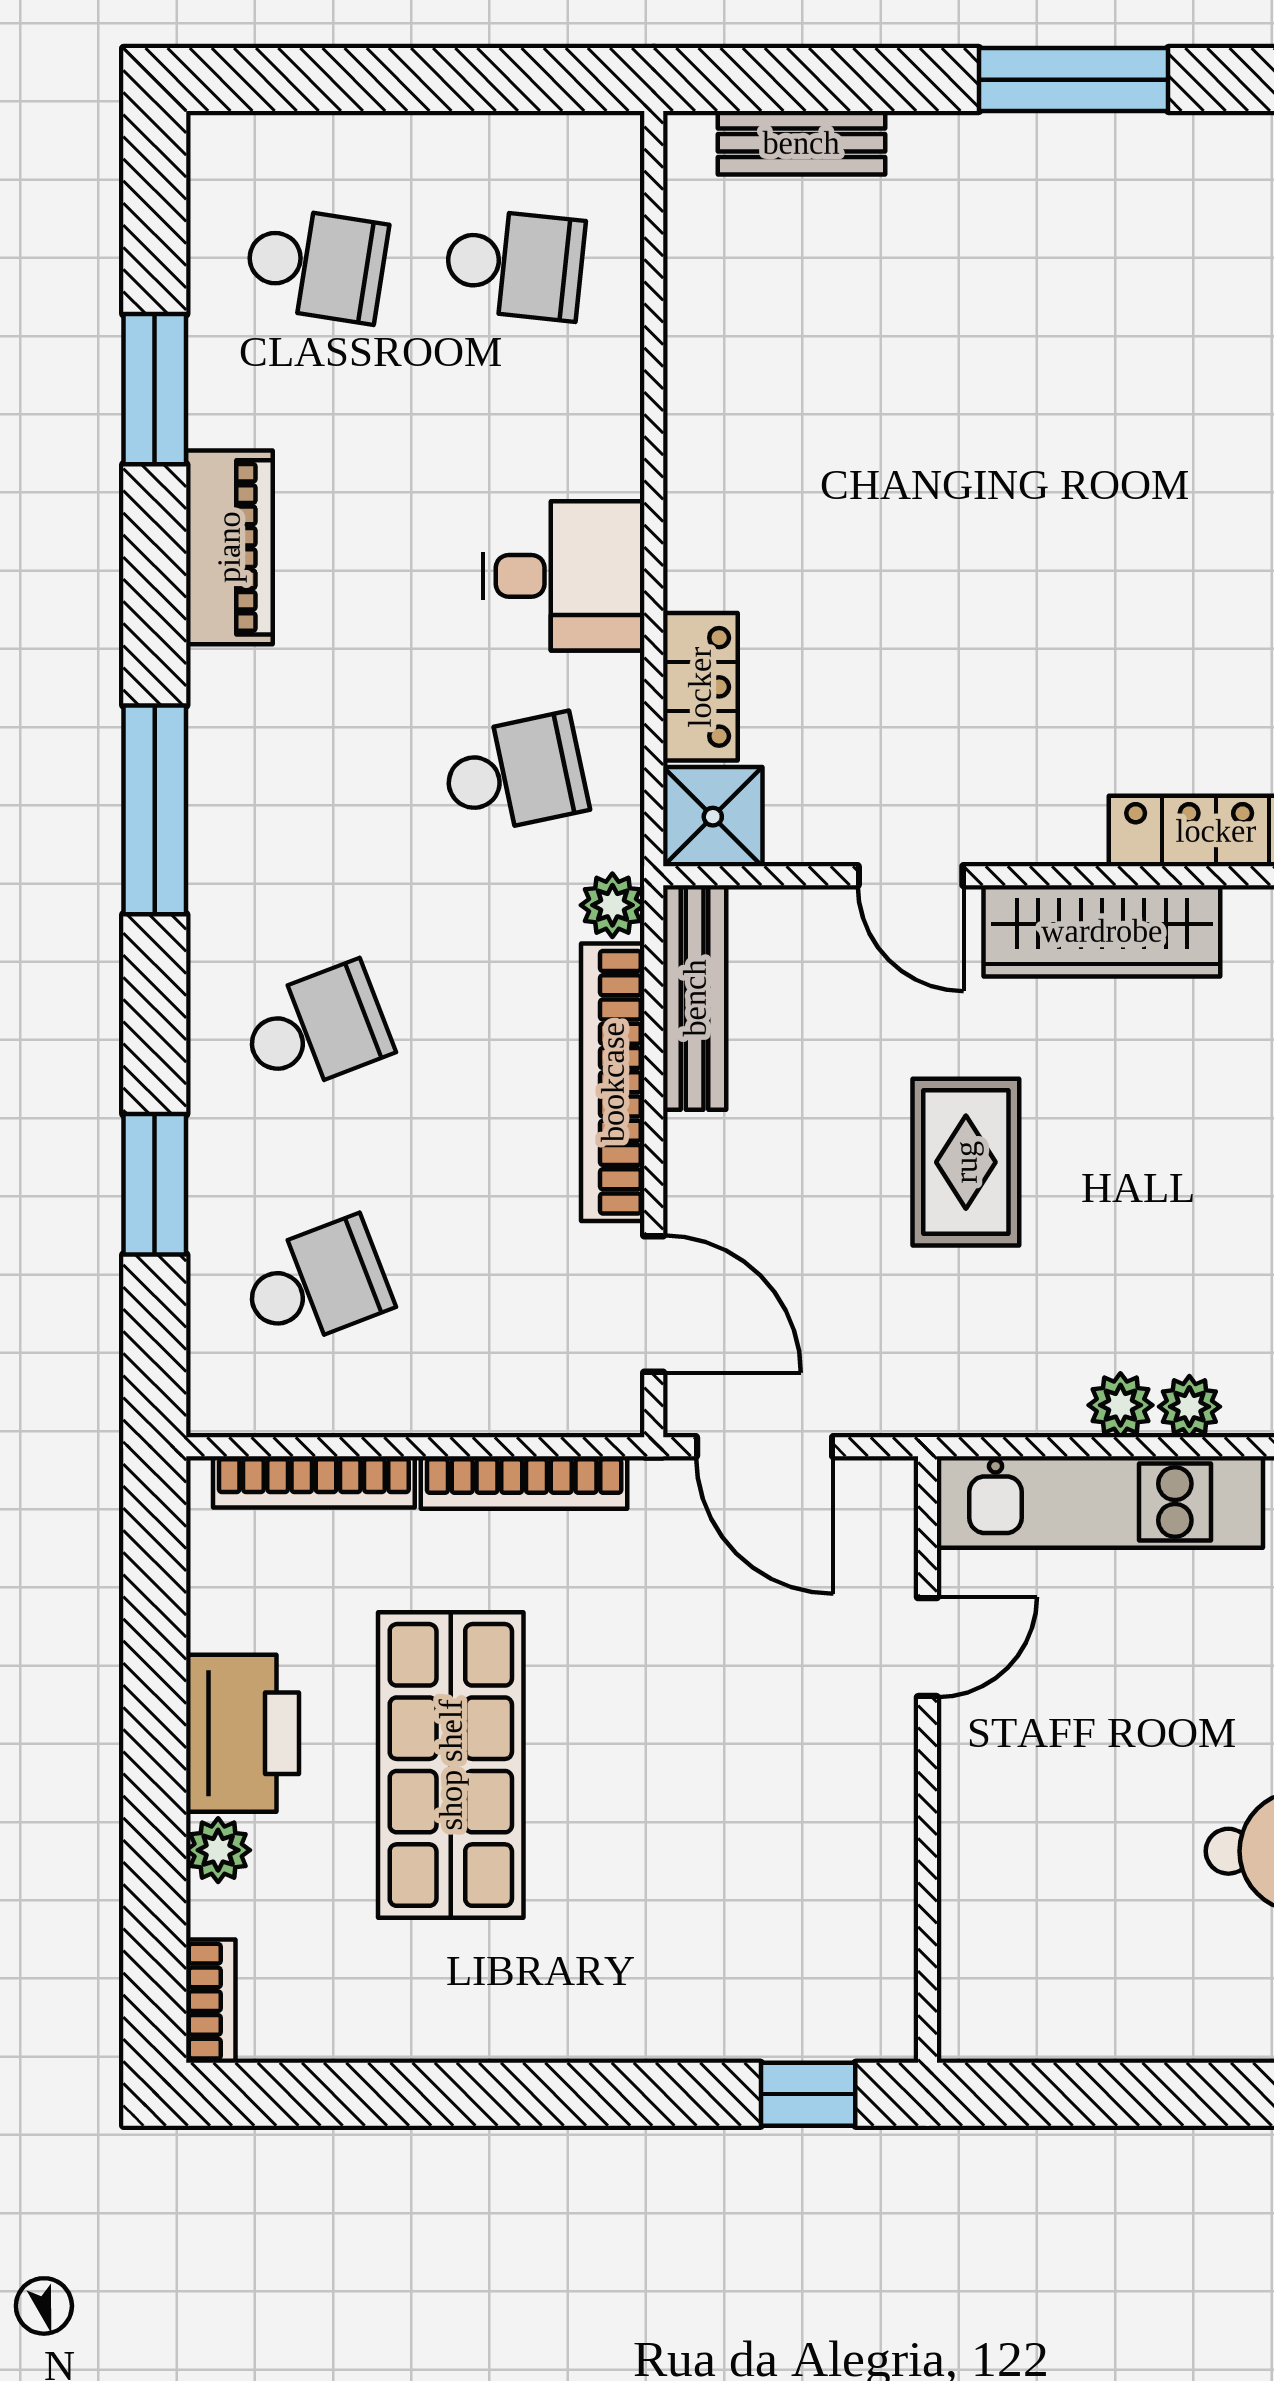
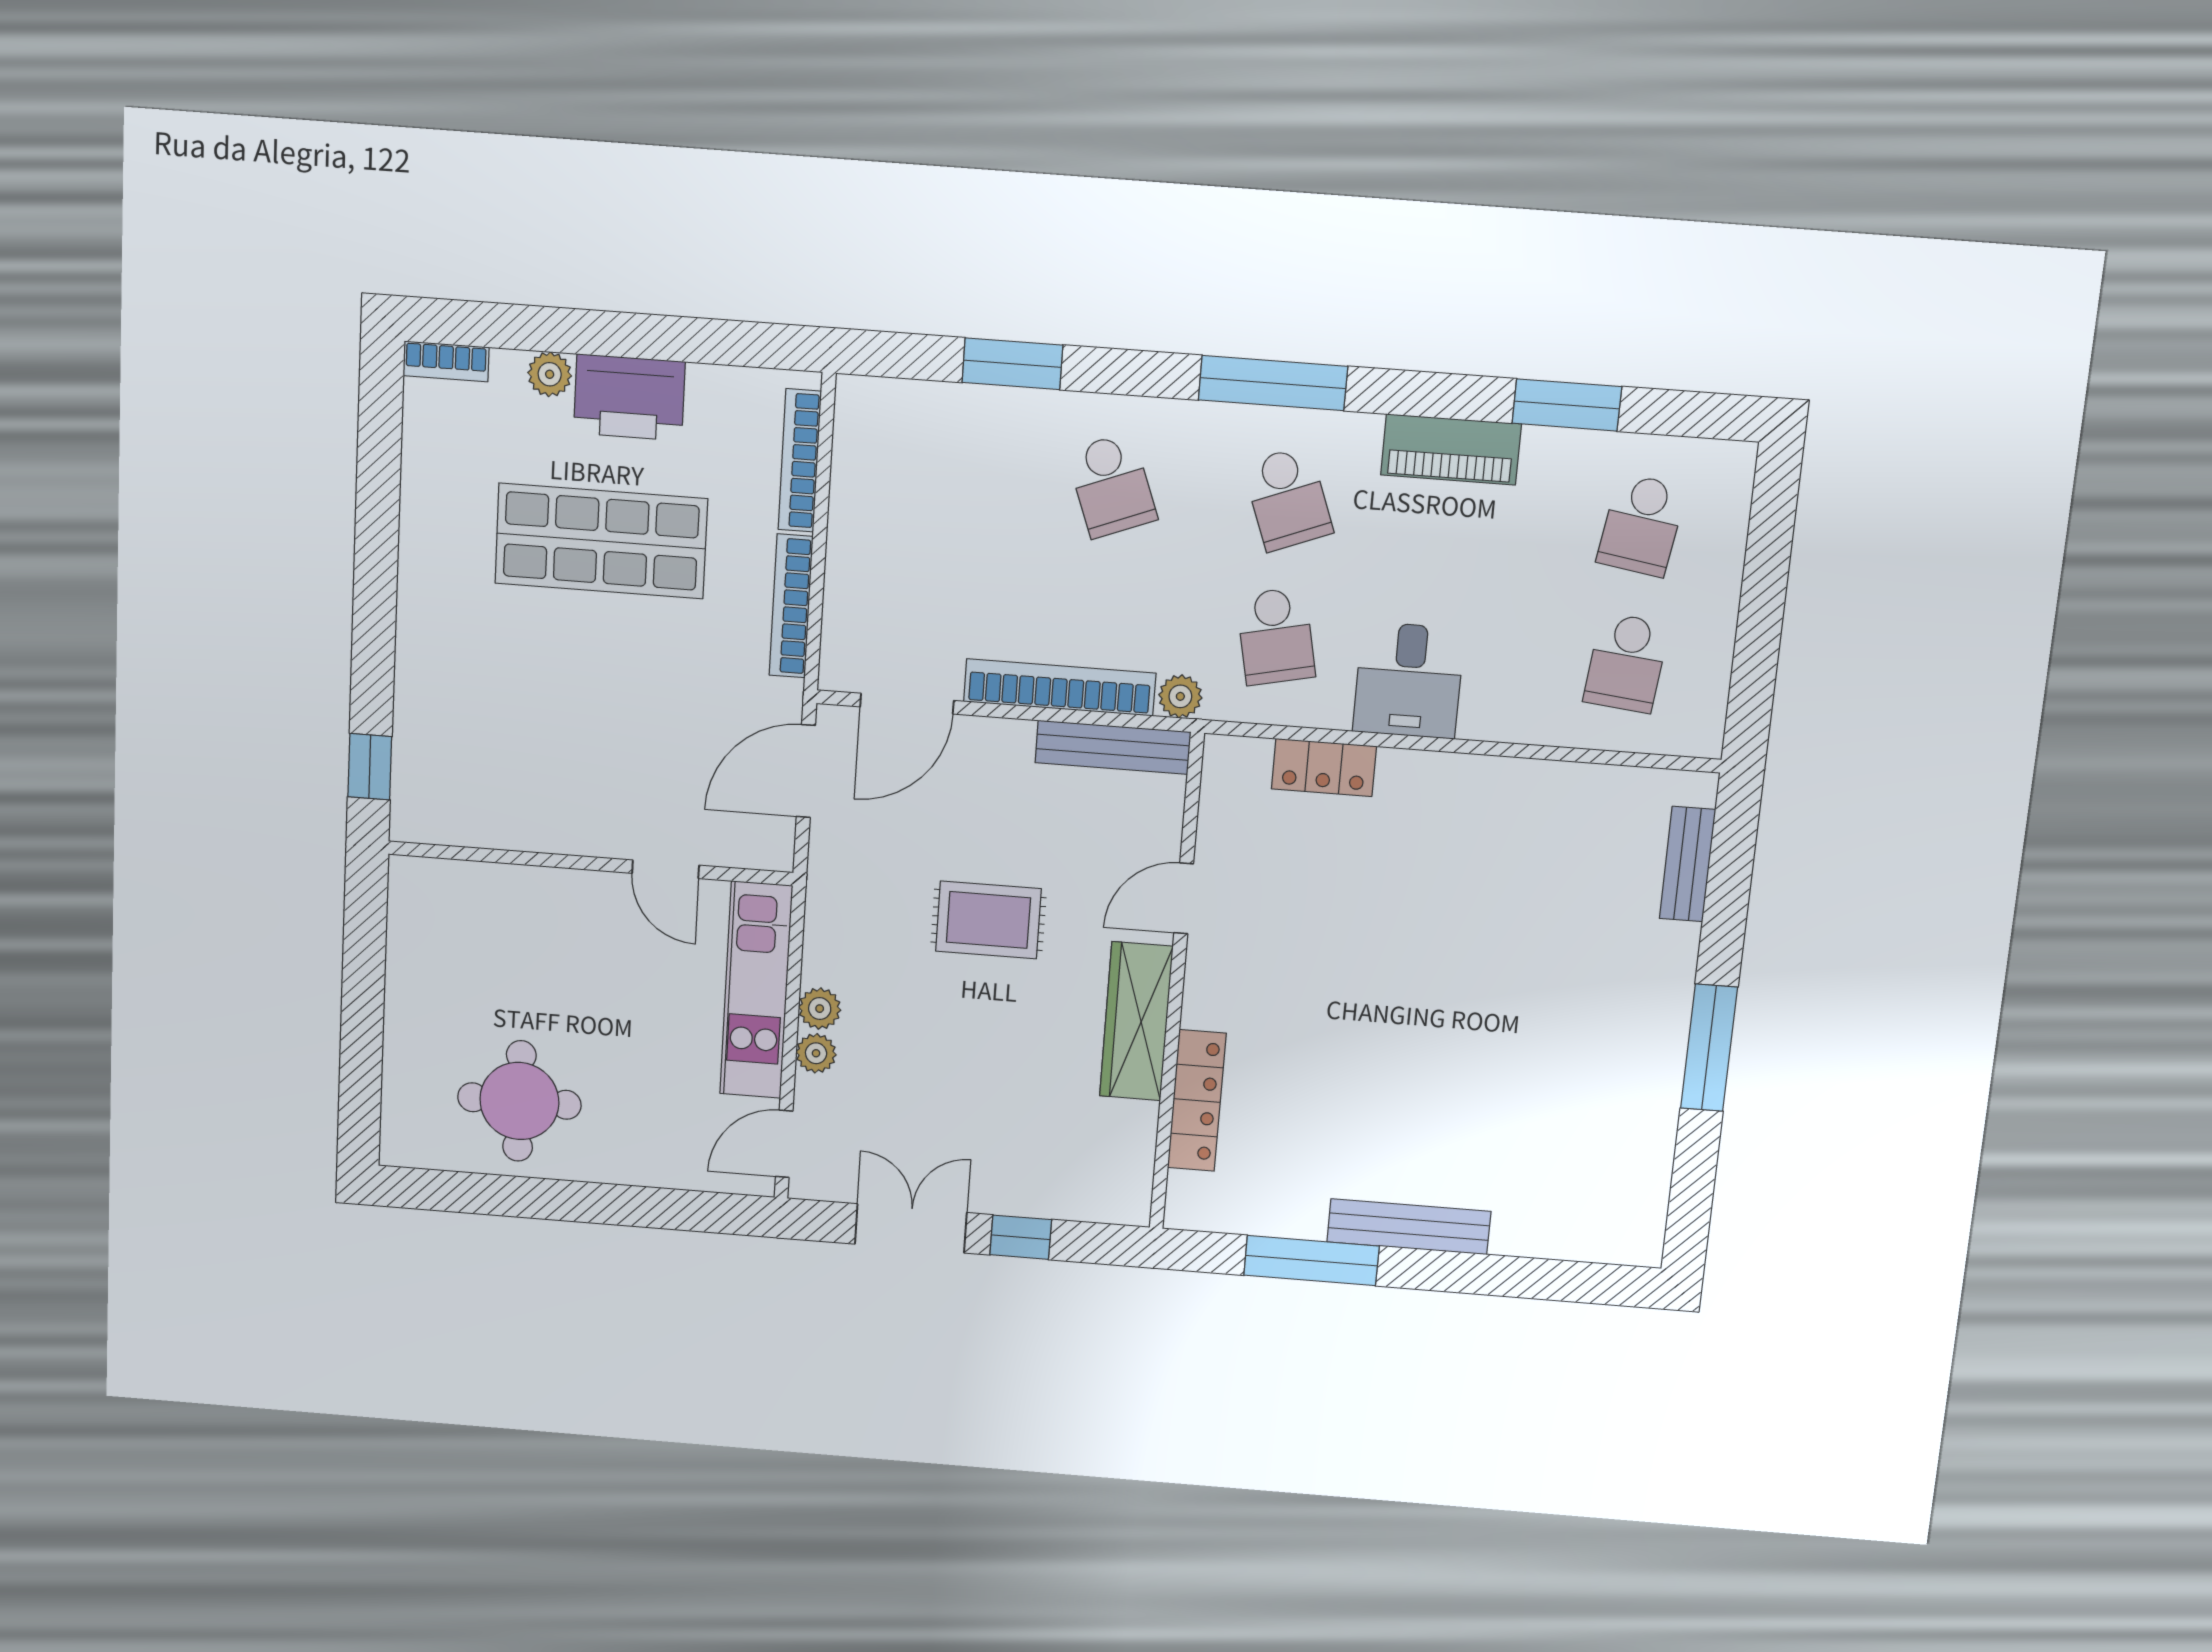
shower: (713, 817) -> (1235, 769), removed
school desk: (316, 1284) -> (1288, 498), moved

